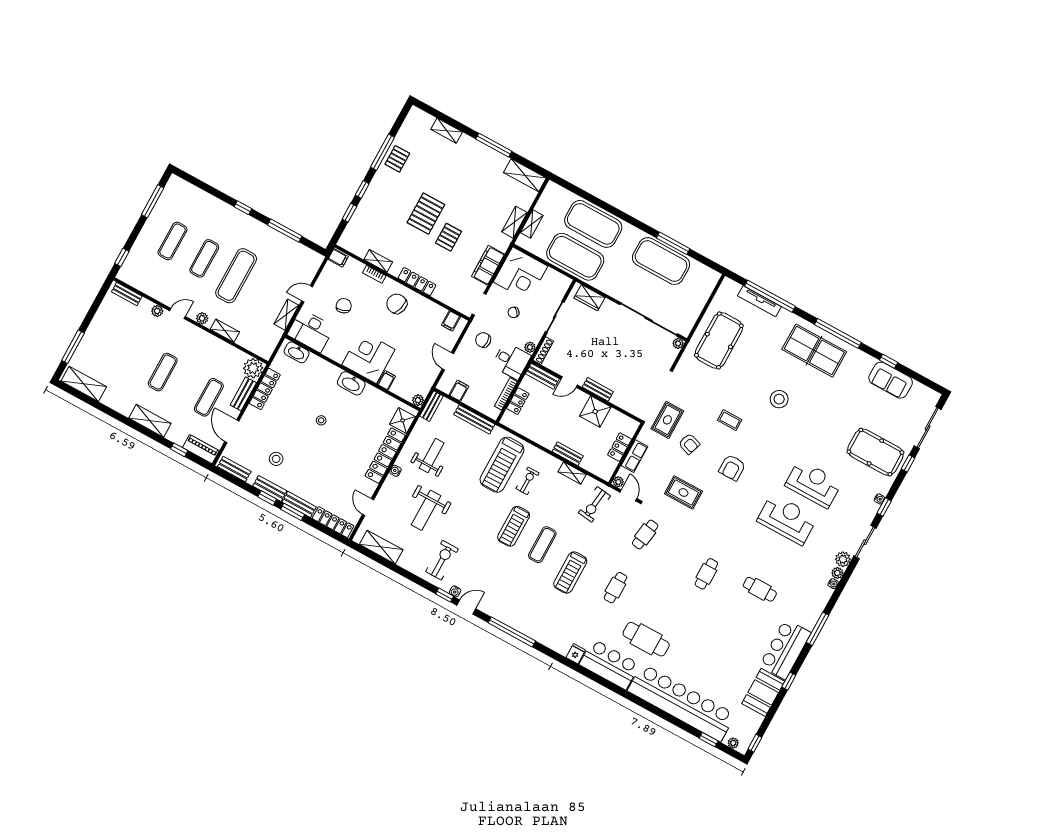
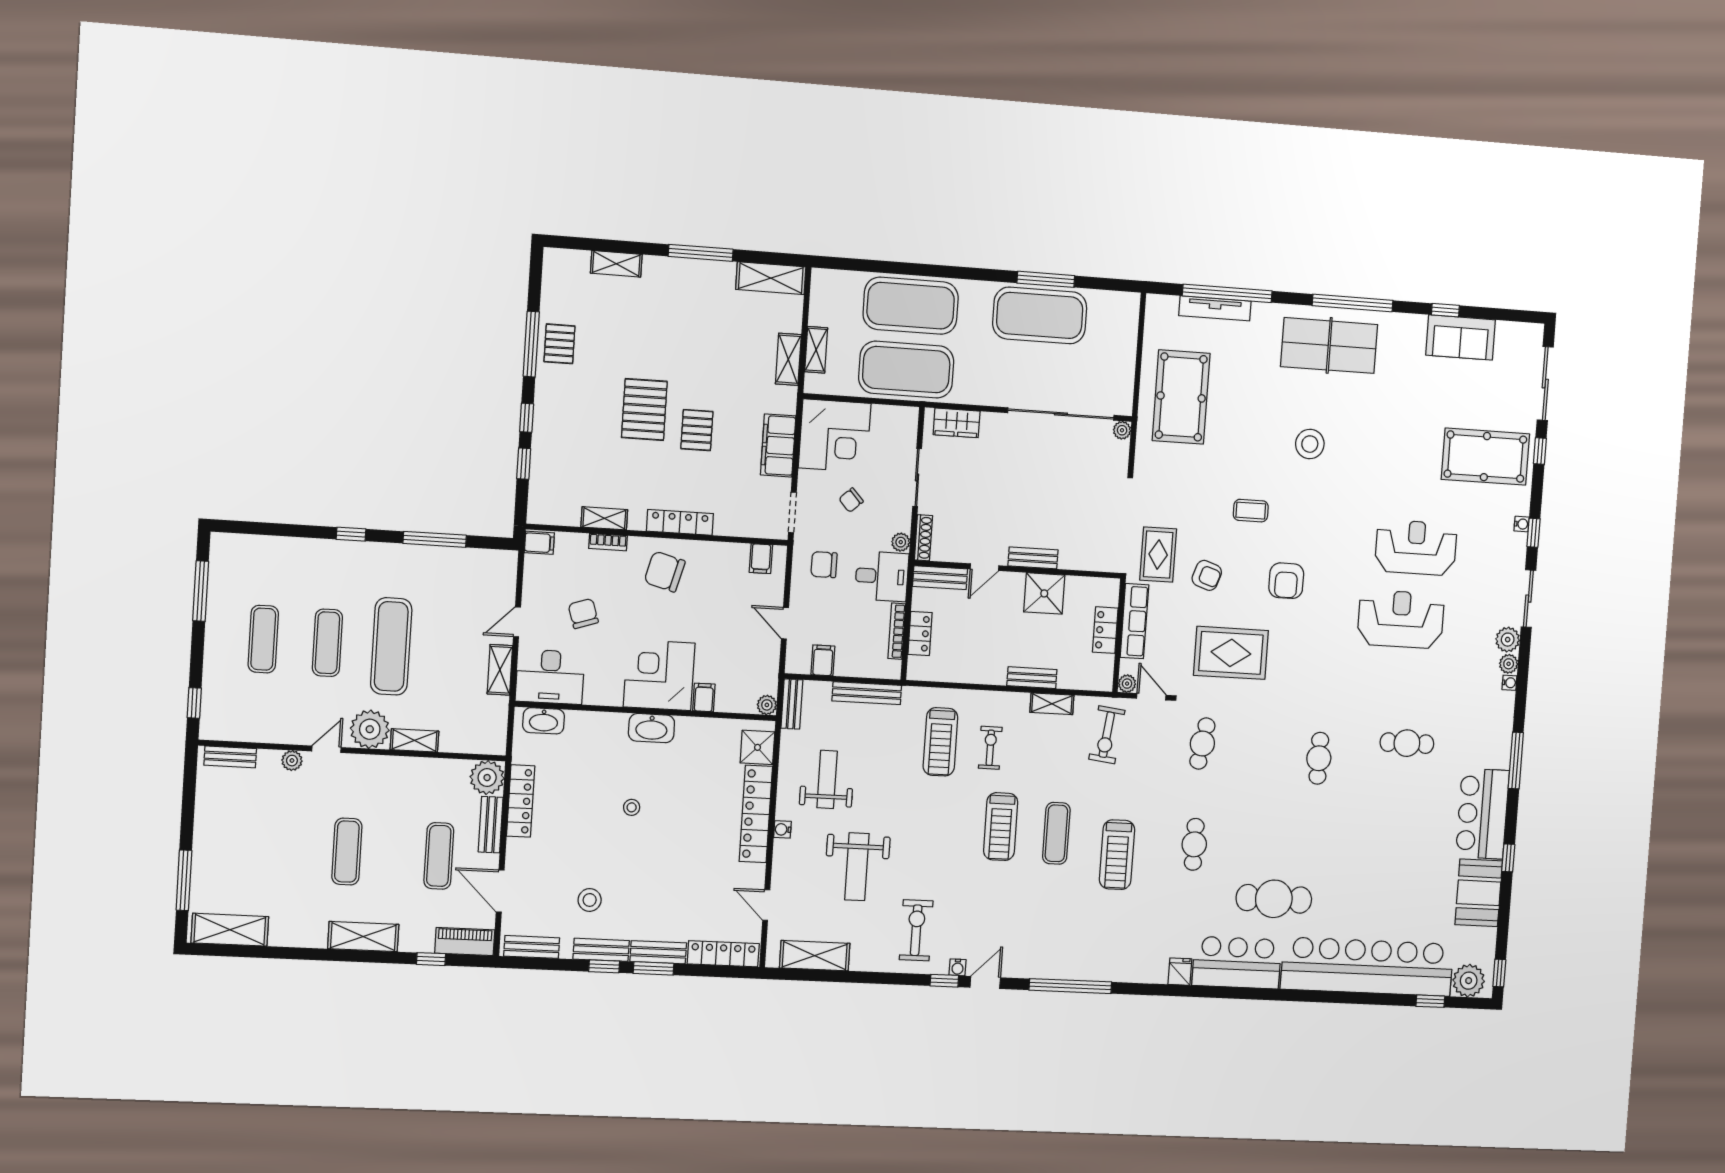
plant: (202, 318) -> (370, 729), width x1.87, depth x1.87
row of seats: (634, 456) -> (1134, 621), width x1.48
treadmill: (502, 465) -> (940, 742), width x0.73, depth x0.73
rug: (683, 492) -> (1231, 653), width x1.36, depth x1.43
plant: (733, 743) -> (1469, 981), width x1.87, depth x1.87

